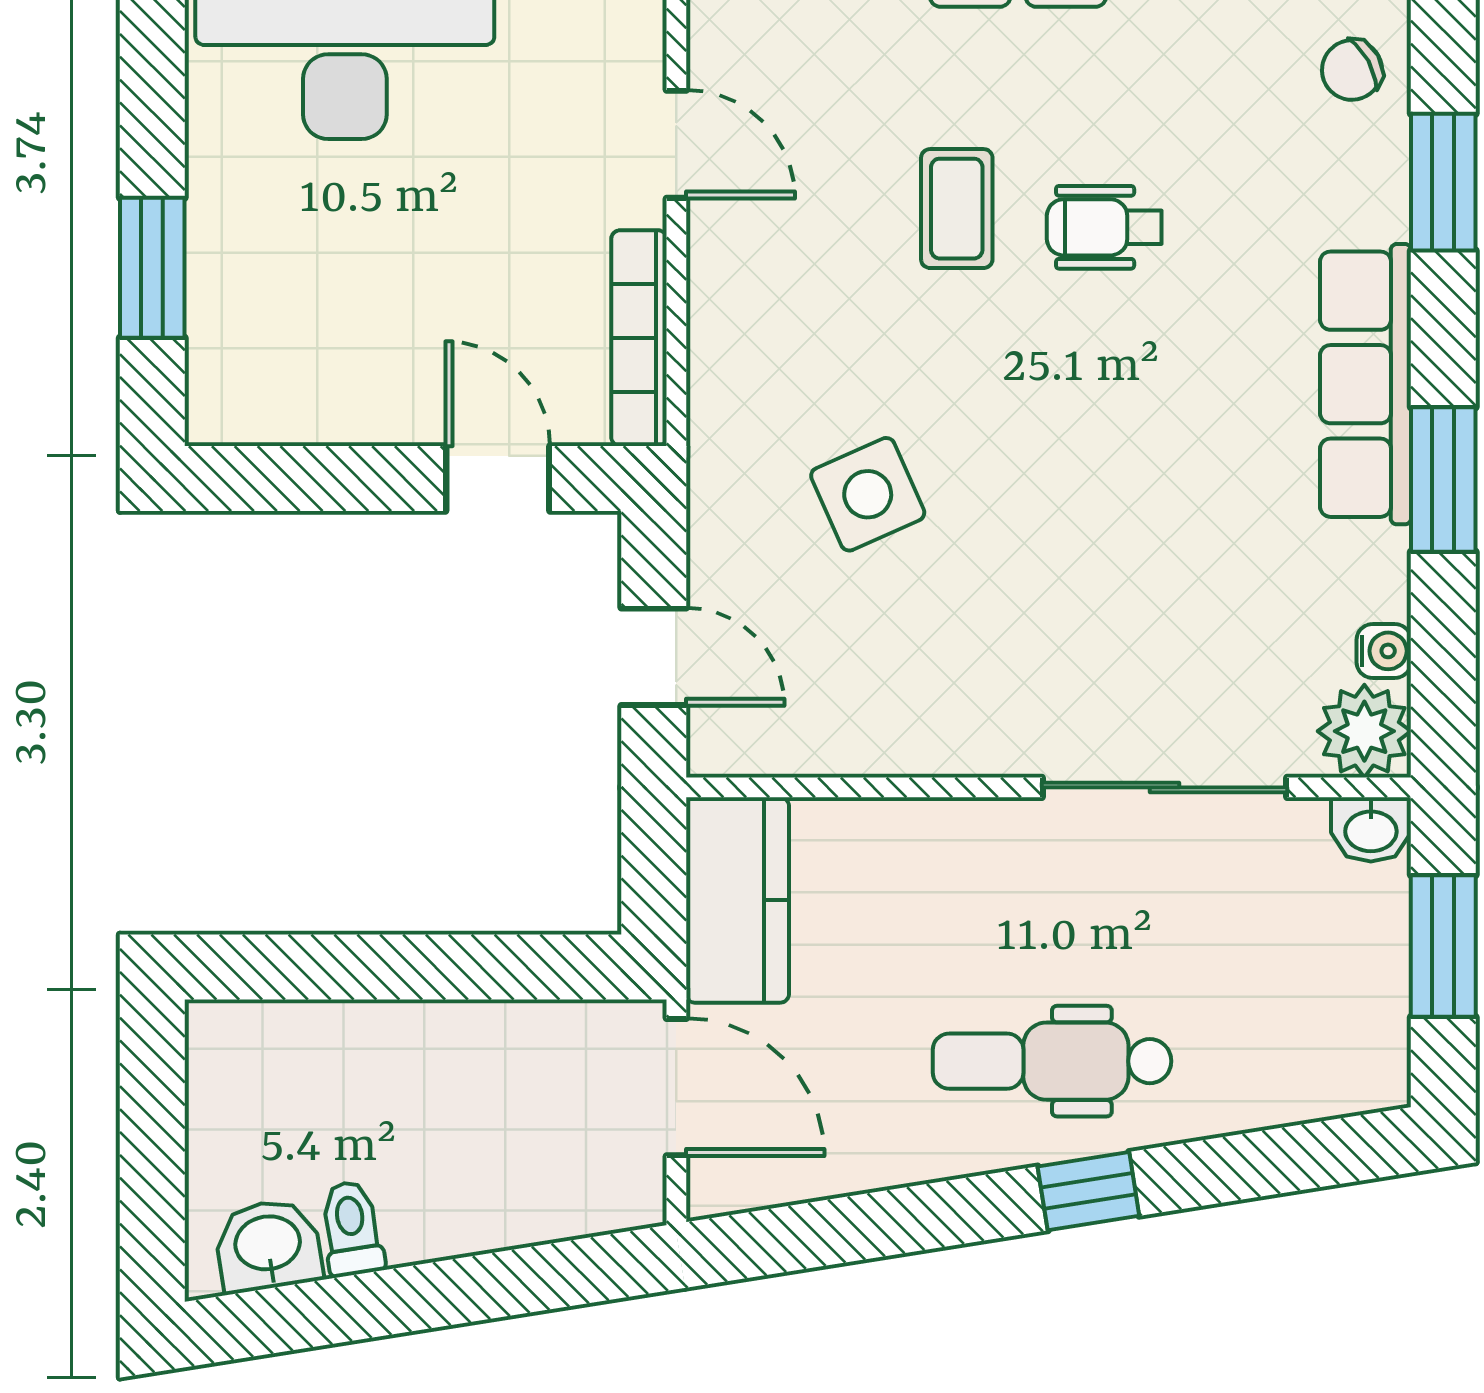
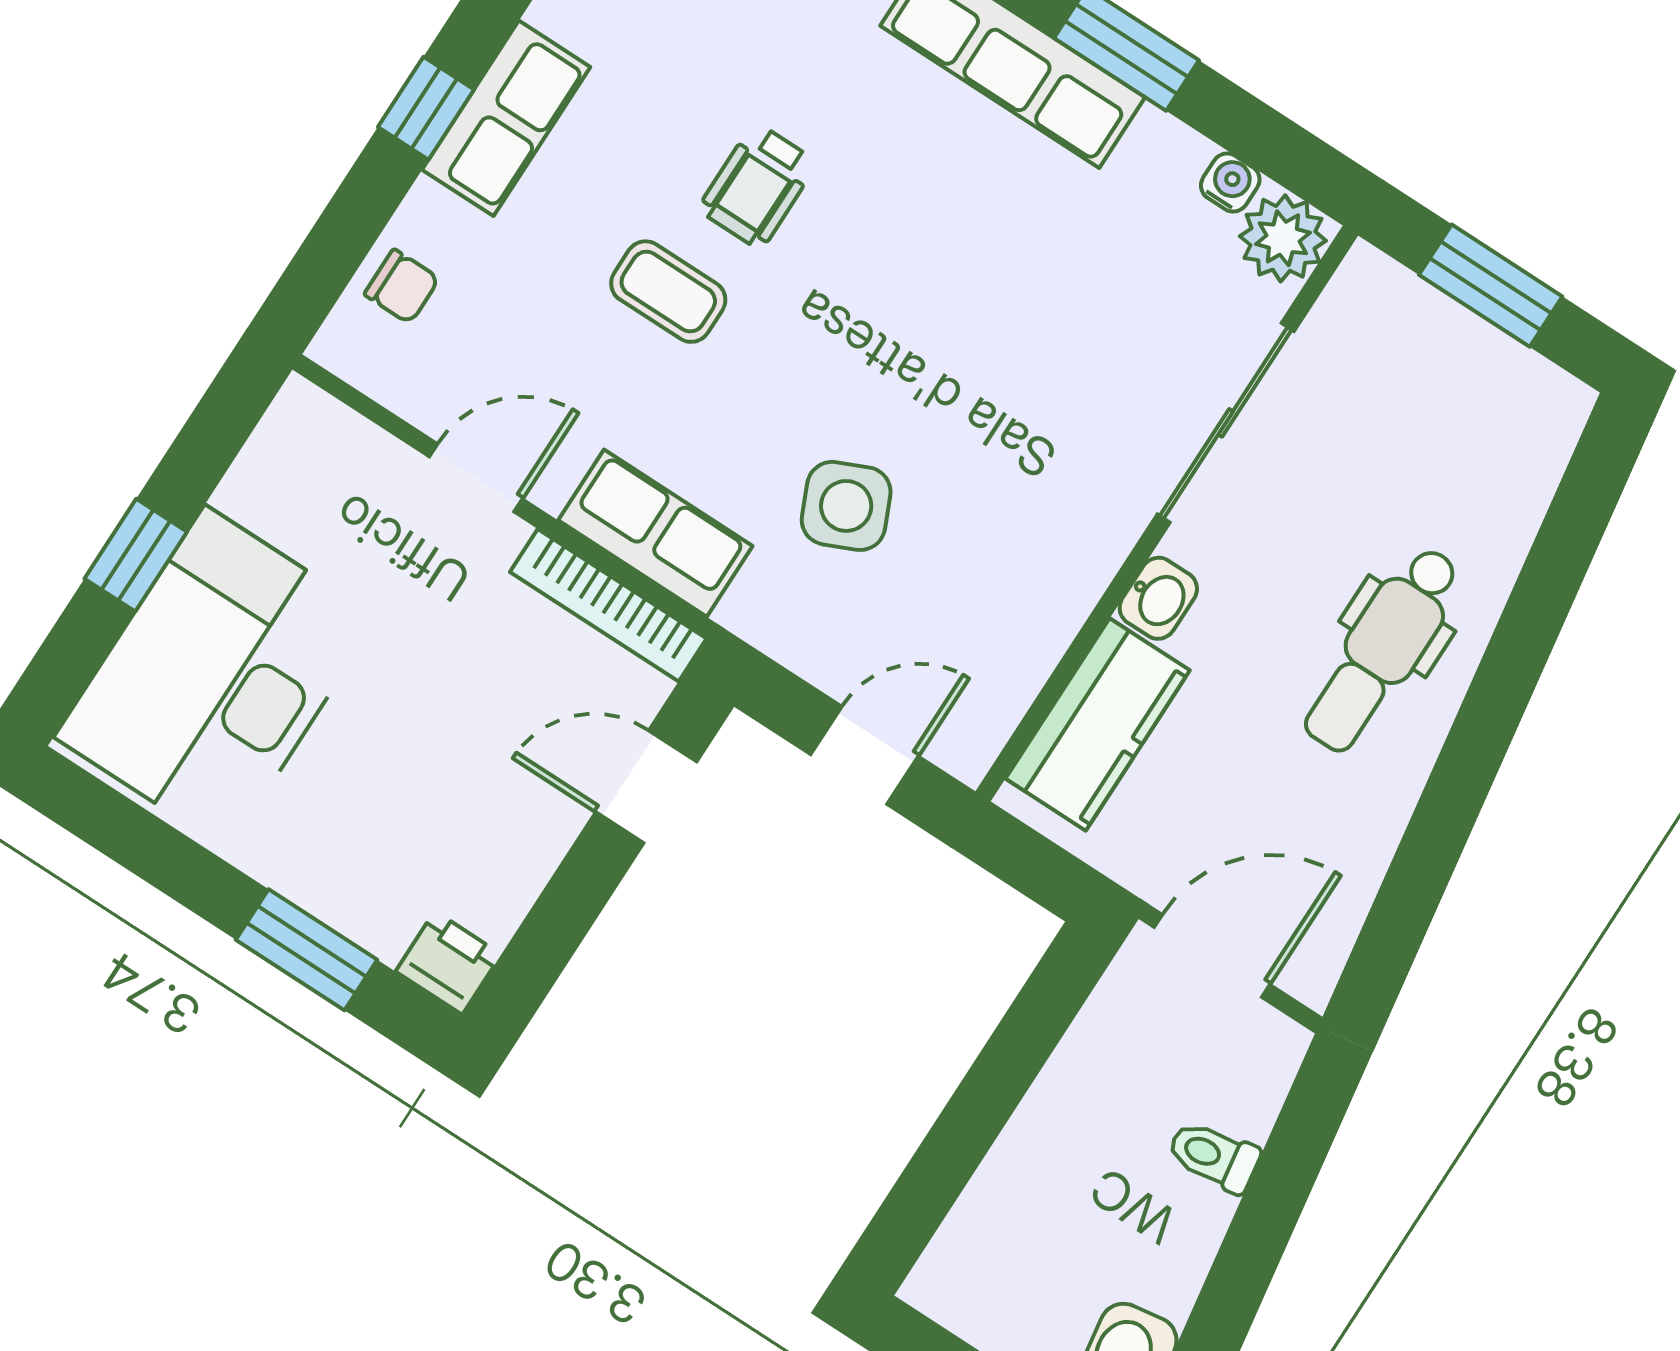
row of seats: (732, 338) -> (655, 533), added
printer: (223, 403) -> (448, 963), added
washbasin: (1371, 829) -> (1158, 598), moved
kitchen counter: (737, 900) -> (1098, 724), moved, turned 90
window: (1088, 1191) -> (1502, 687), removed
toilet: (352, 1229) -> (1214, 1156), moved

